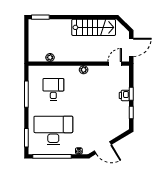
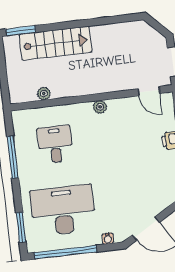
stairs: (94, 27) -> (56, 43), moved
door: (115, 64) -> (149, 91), swing flipped

